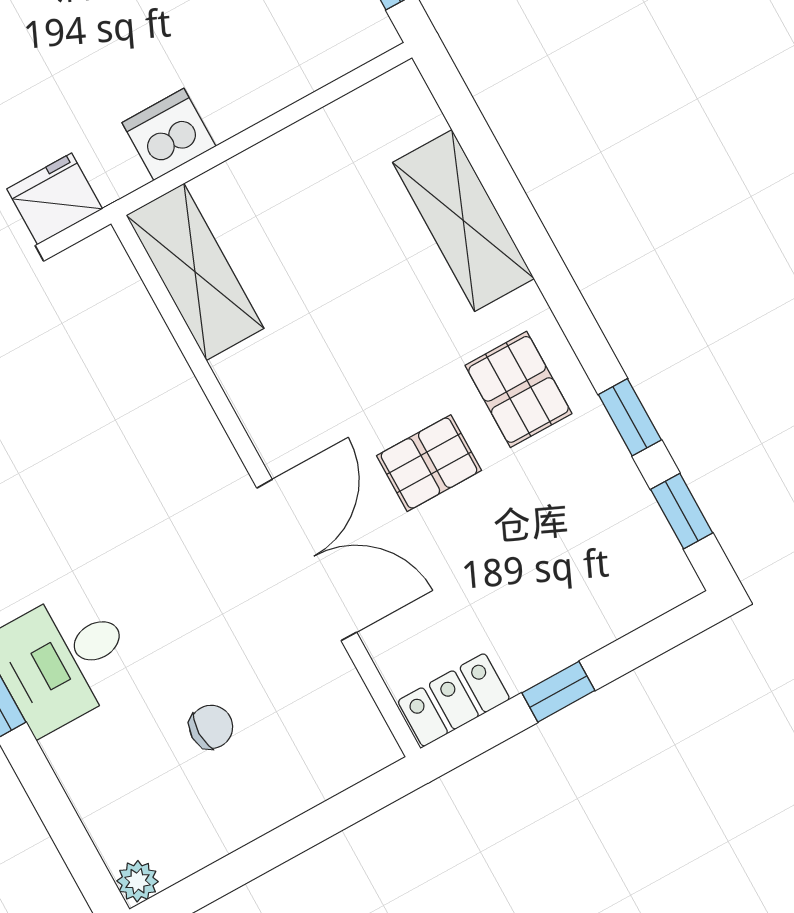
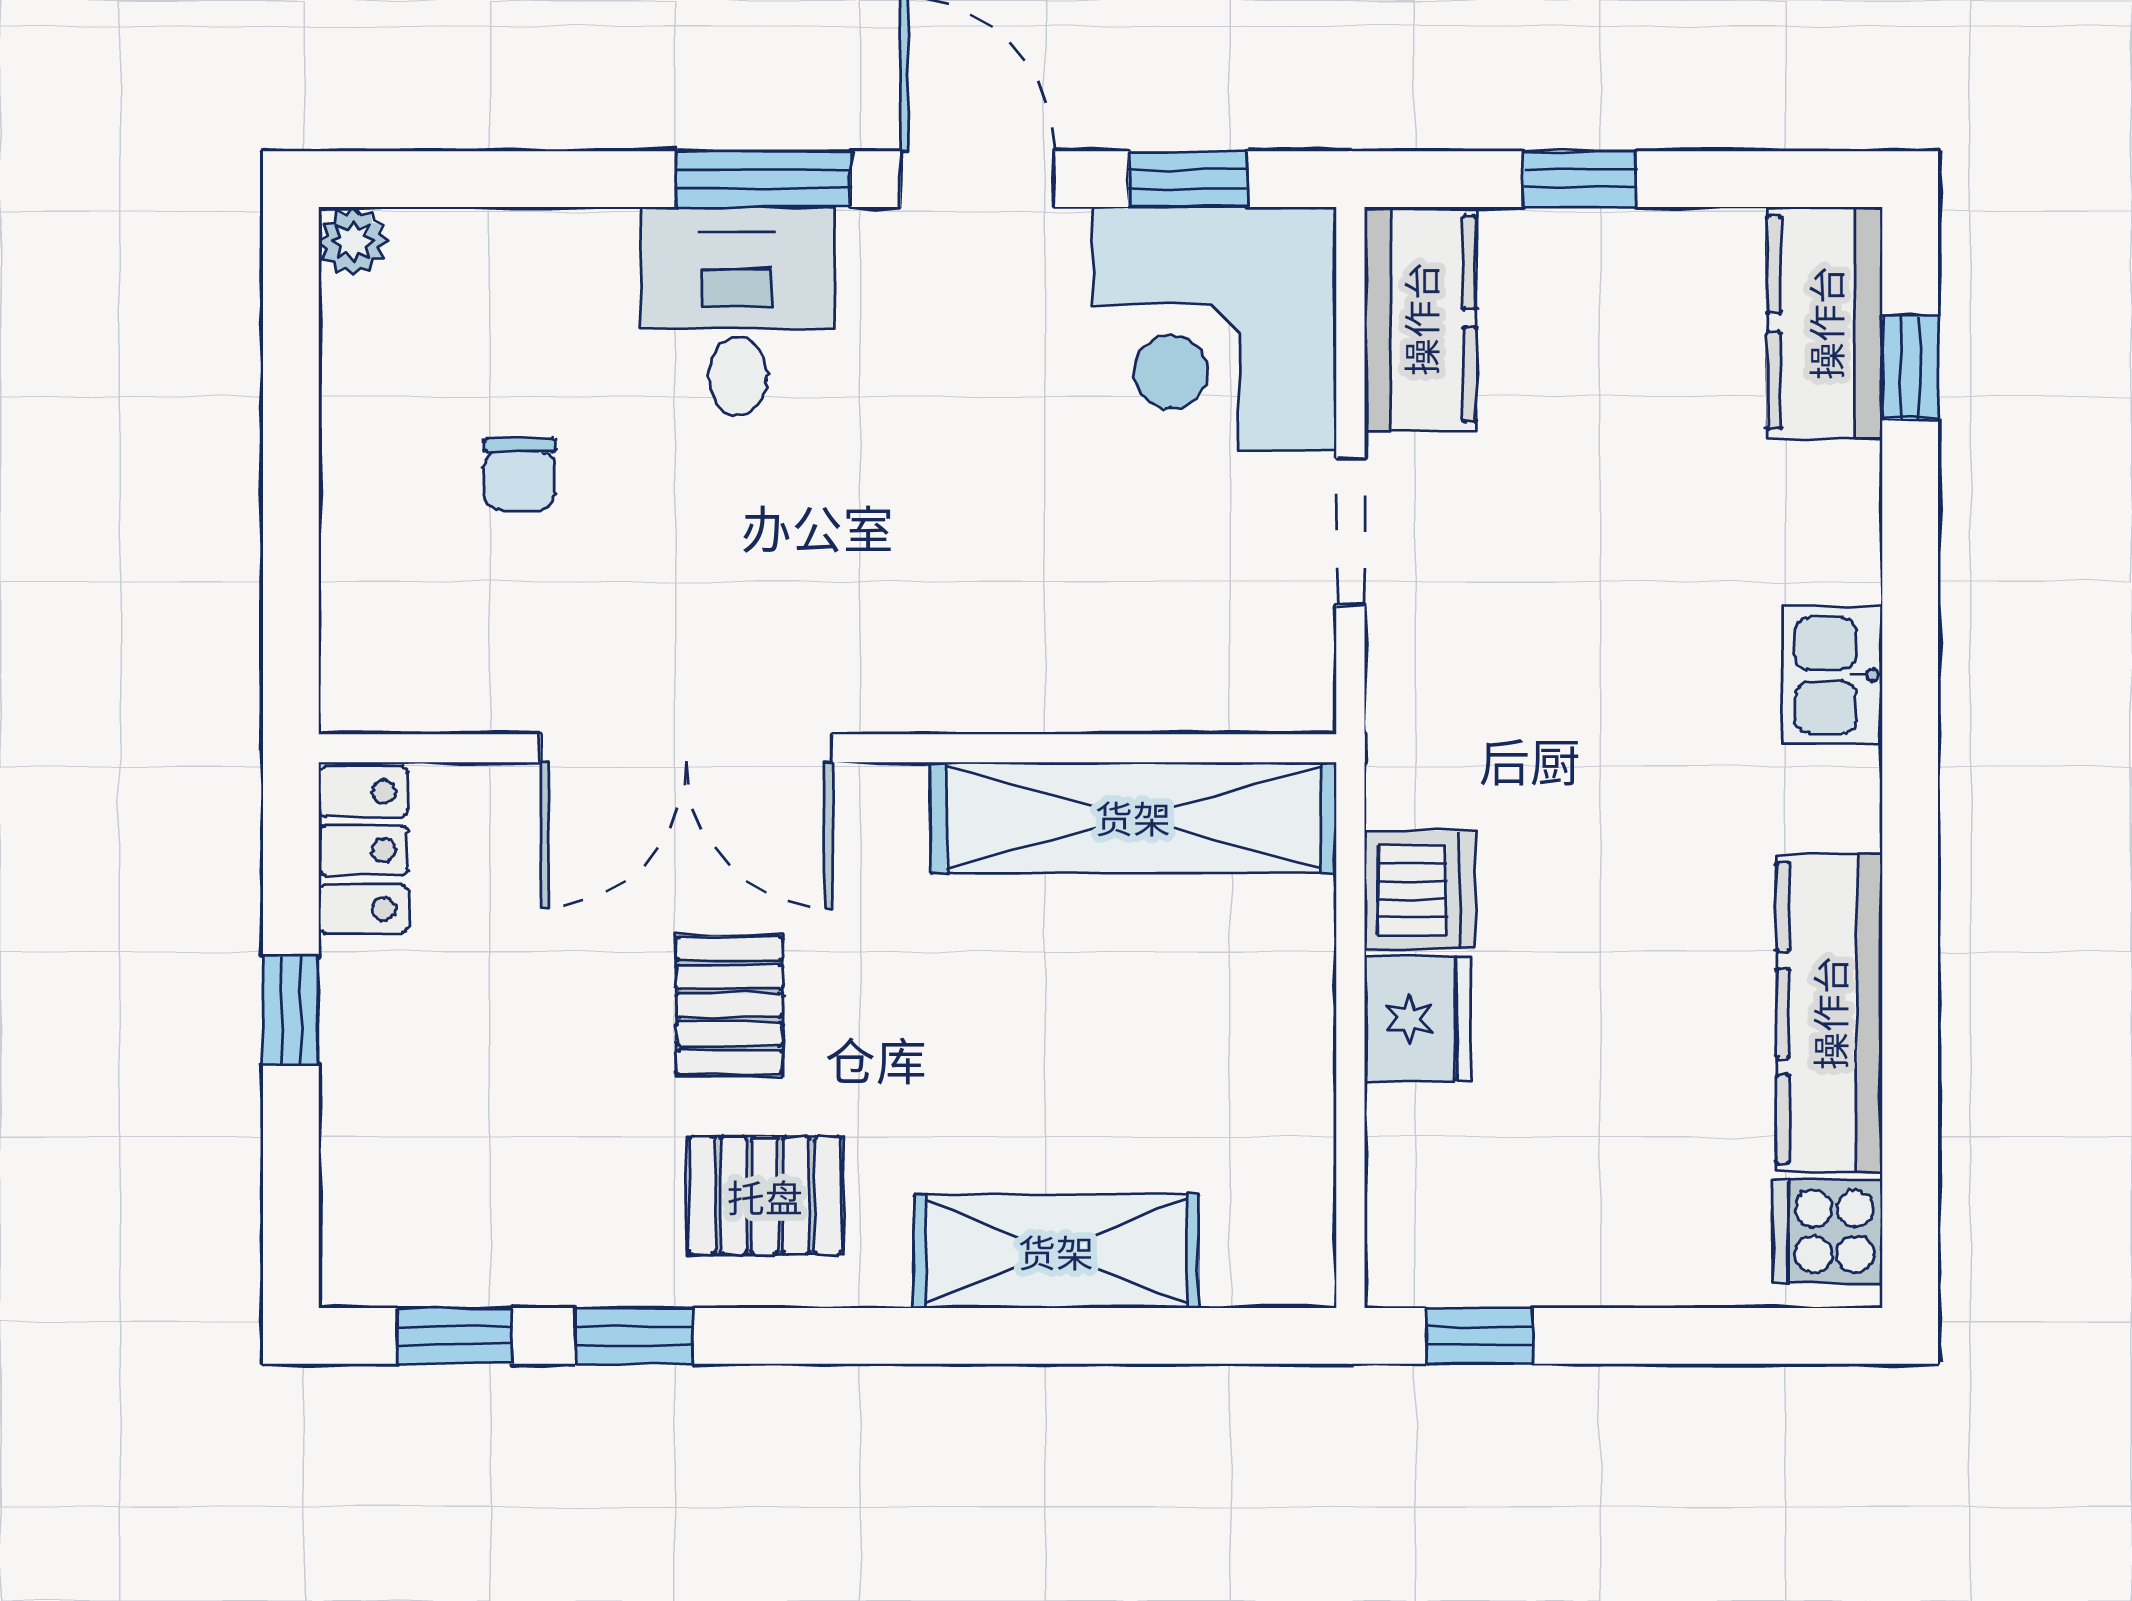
fridge: (55, 199) -> (1418, 1019), moved
shelving: (195, 272) -> (1133, 817), width x1.47

